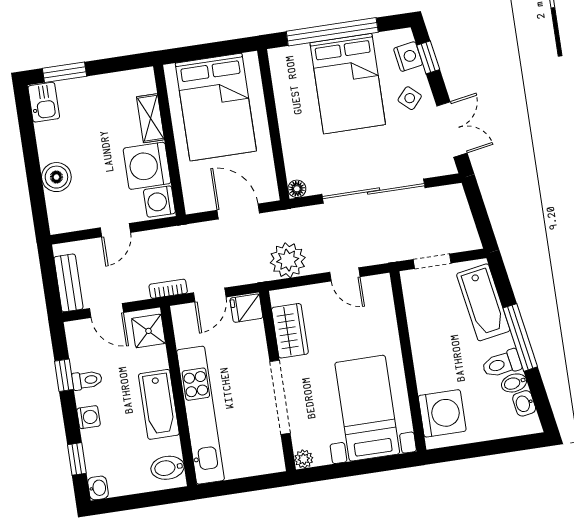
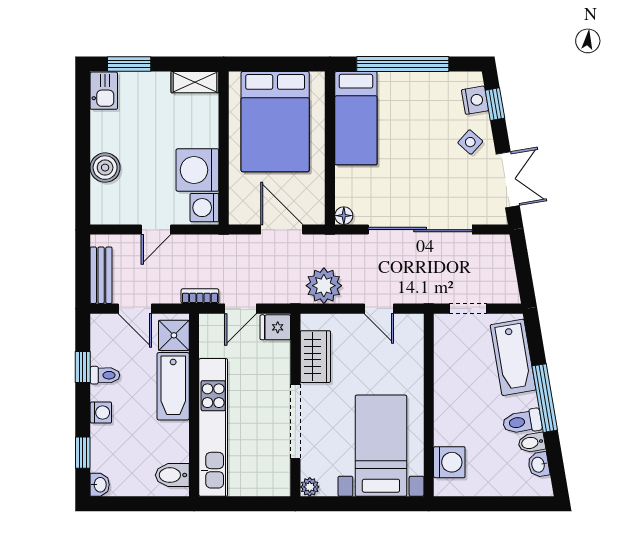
bed: (348, 84) -> (356, 118), moved, width x0.67
shelving: (150, 118) -> (195, 82), moved, turned 90
bathtub: (159, 404) -> (173, 386), moved
washing machine: (442, 413) -> (449, 462), width x0.73, depth x0.73

